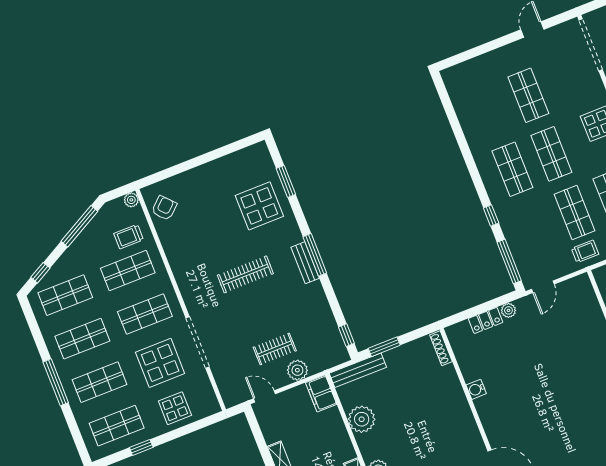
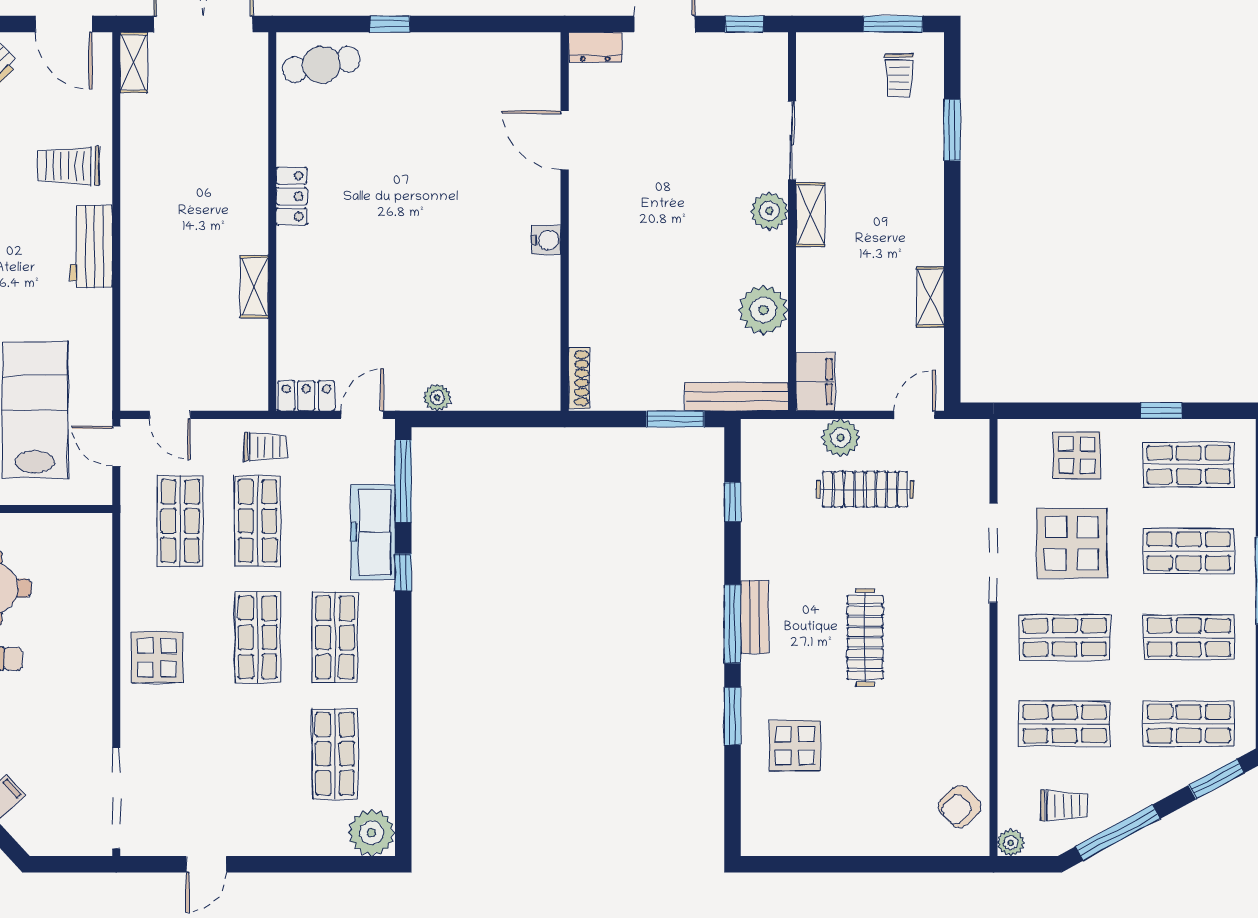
plant: (455, 78) -> (372, 833), added
shop shelf: (528, 95) -> (335, 754), moved
window: (286, 181) -> (733, 716), moved
display table: (259, 206) -> (795, 746), width x0.73, depth x0.73
freezer: (514, 230) -> (373, 532), added
trolley: (129, 237) -> (1064, 806), moved
trolley: (585, 251) -> (266, 447), turned 180
window: (40, 273) -> (1216, 779), width x1.50
clothes rail: (245, 274) -> (865, 637), turned 90
locker: (486, 320) -> (306, 396), moved
window: (346, 335) -> (733, 502), moved
clothes rail: (275, 349) -> (865, 489), width x1.36
water cooler: (476, 389) -> (546, 240), moved
door: (265, 396) -> (915, 415), swing flipped

